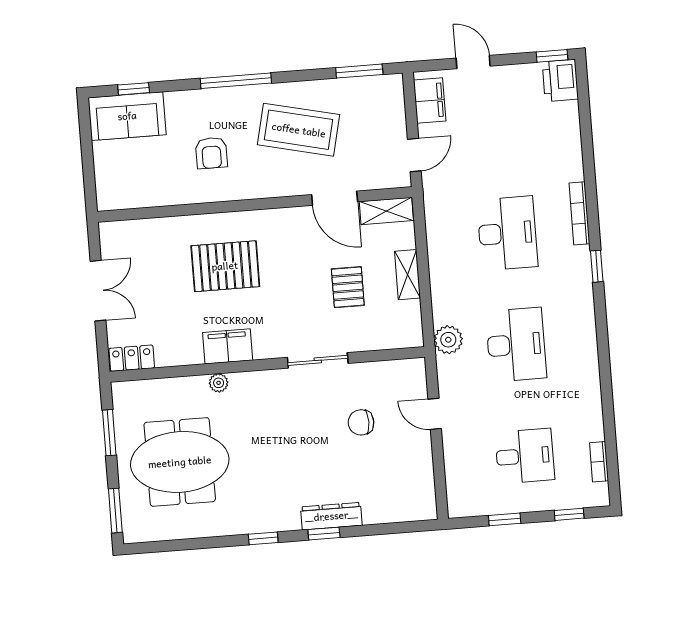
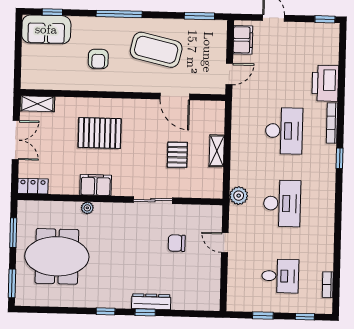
printer: (560, 80) -> (325, 83), moved, width x1.37, depth x1.19
shelving: (386, 211) -> (37, 104), moved

